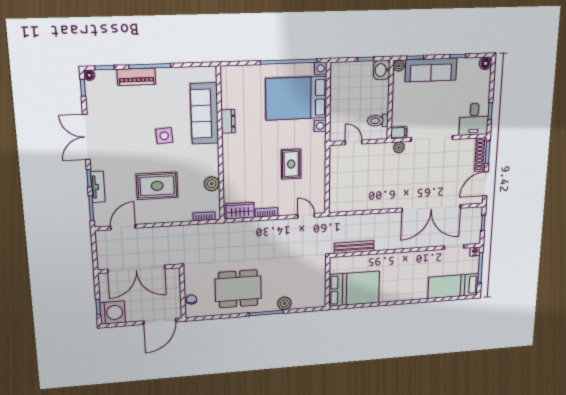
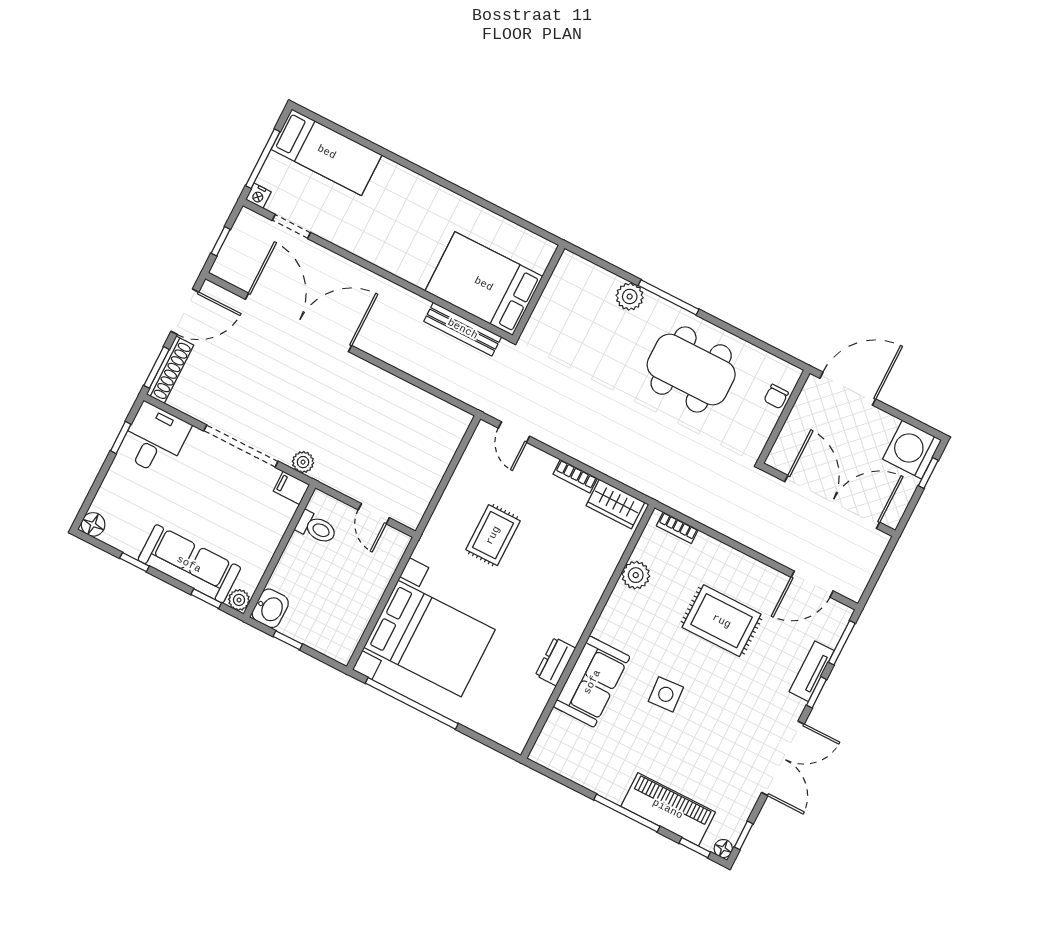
piano: (136, 77) -> (668, 809), width x1.37, depth x1.33
sofa: (205, 114) -> (592, 682), width x0.73
bed: (354, 289) -> (484, 284), moved

